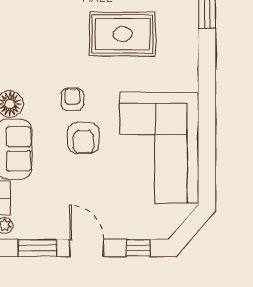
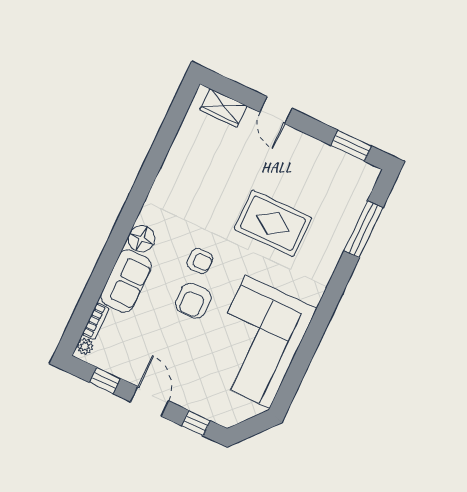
armchair: (72, 99) -> (200, 261), turned 90
window: (37, 248) -> (105, 380), width x0.67

